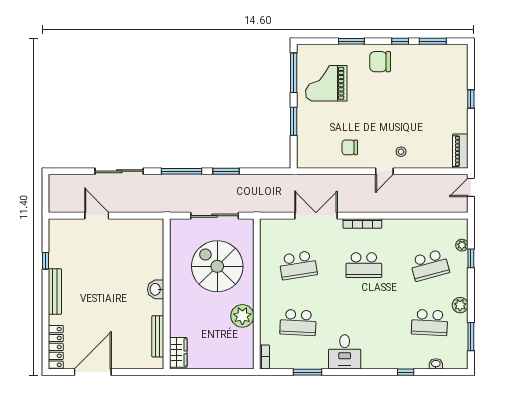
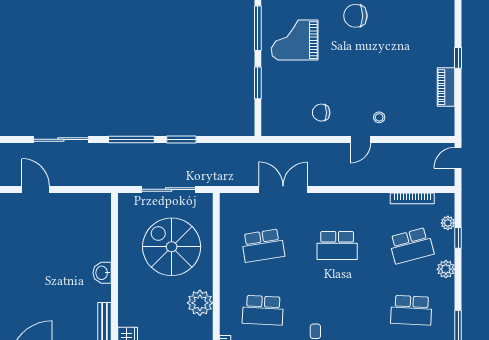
piano: (460, 151) -> (446, 87), moved
bookcase: (362, 223) -> (412, 198), moved
plant: (460, 305) -> (446, 269), moved

